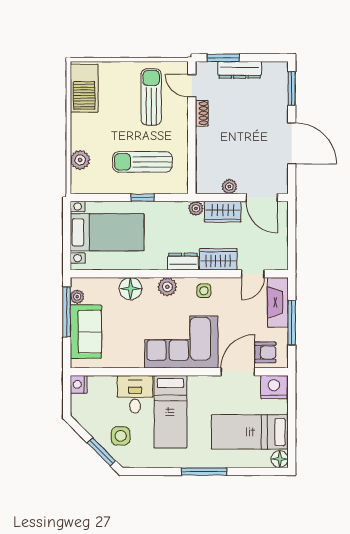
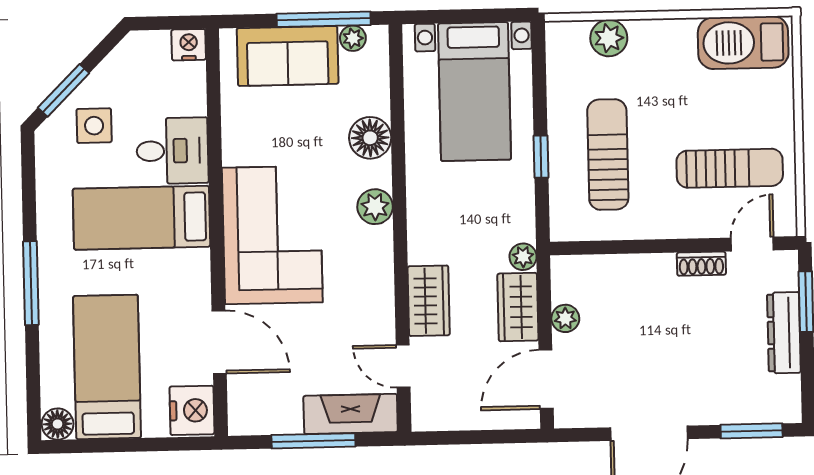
dresser: (183, 262) -> (423, 235), removed
side table: (204, 291) -> (369, 275), removed
armchair: (265, 352) -> (257, 393), removed

